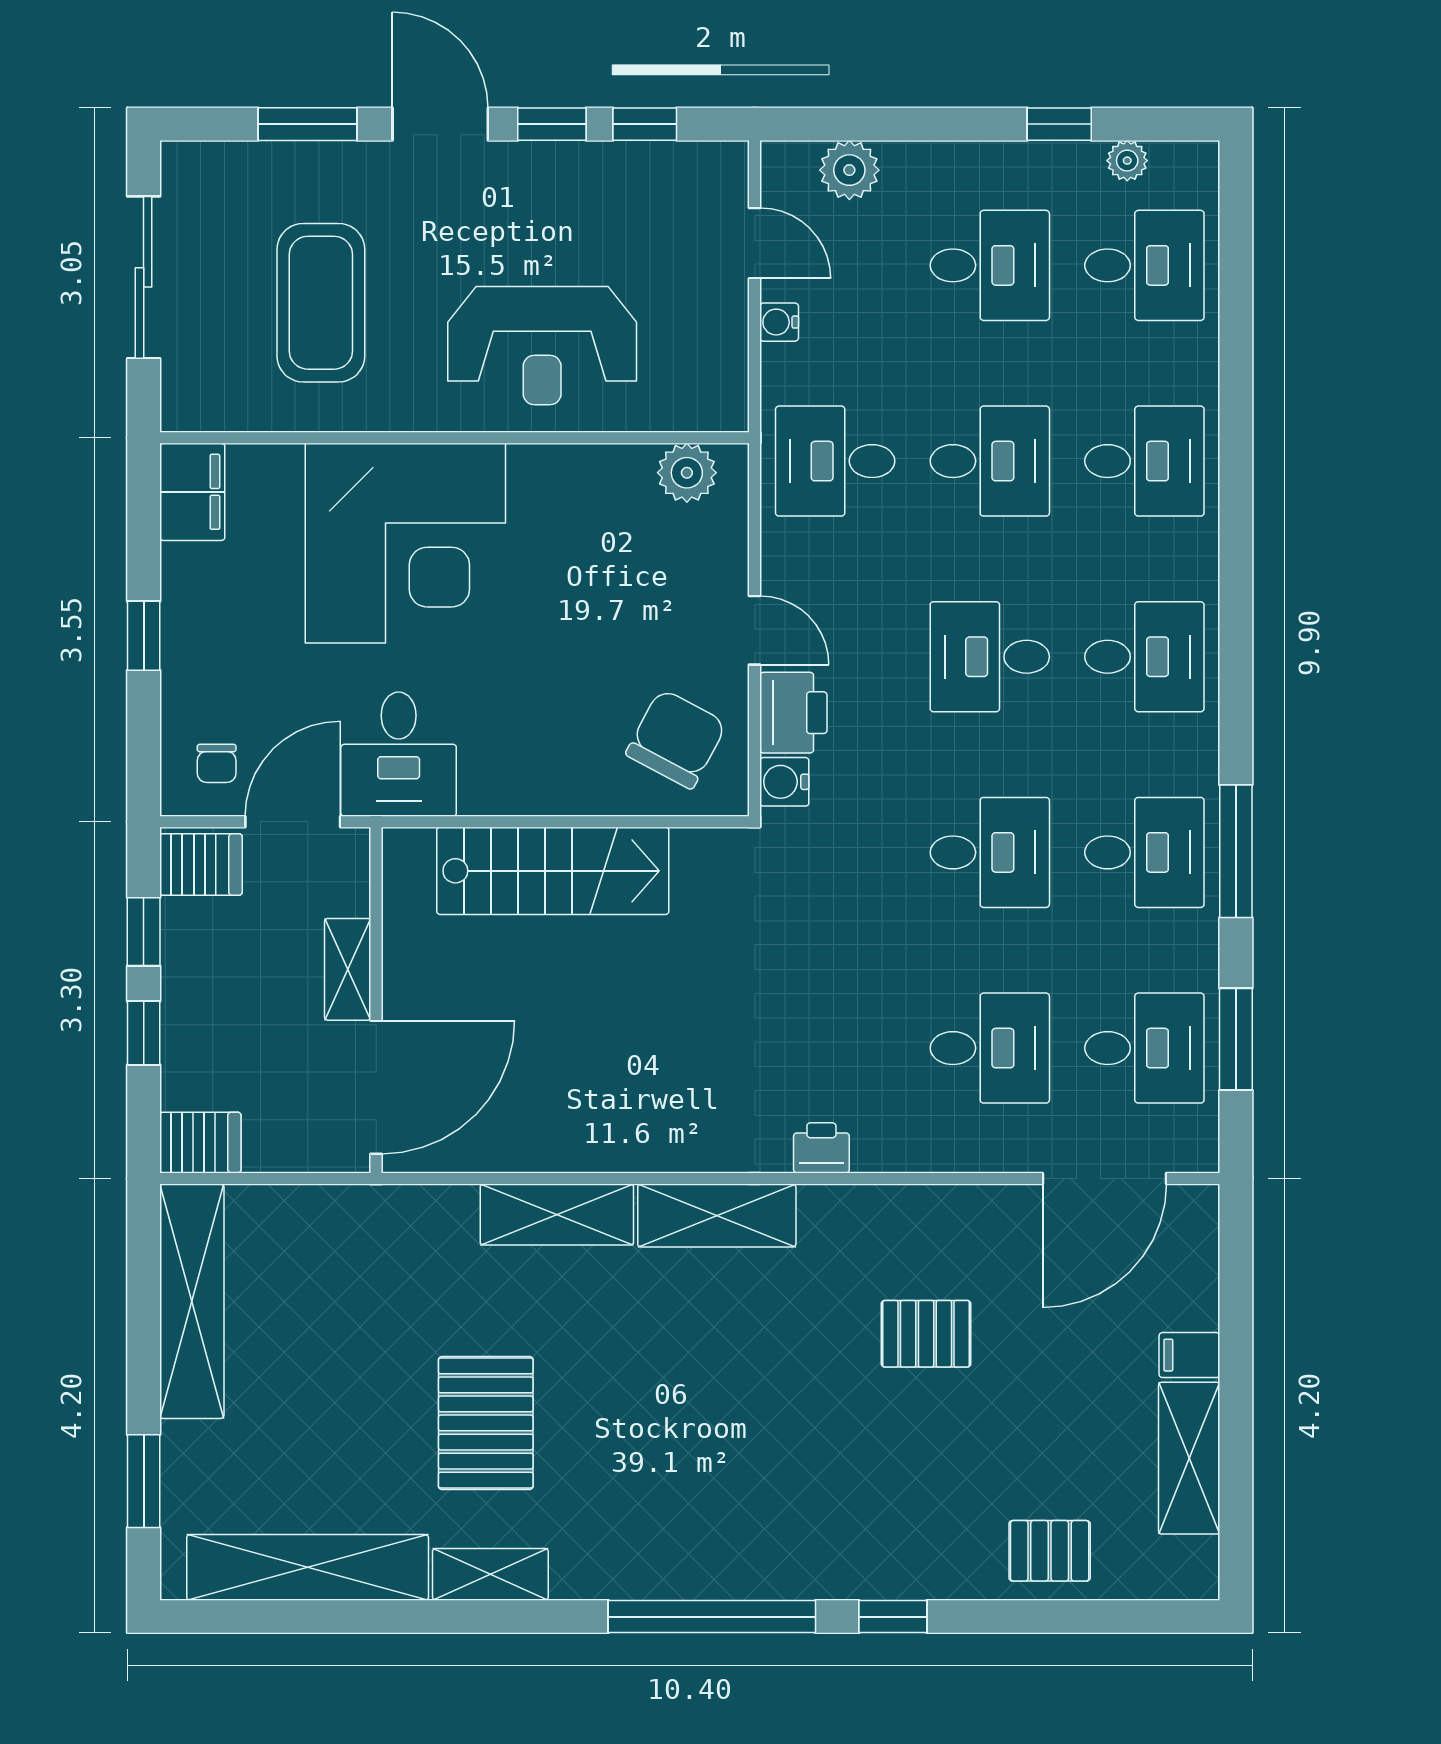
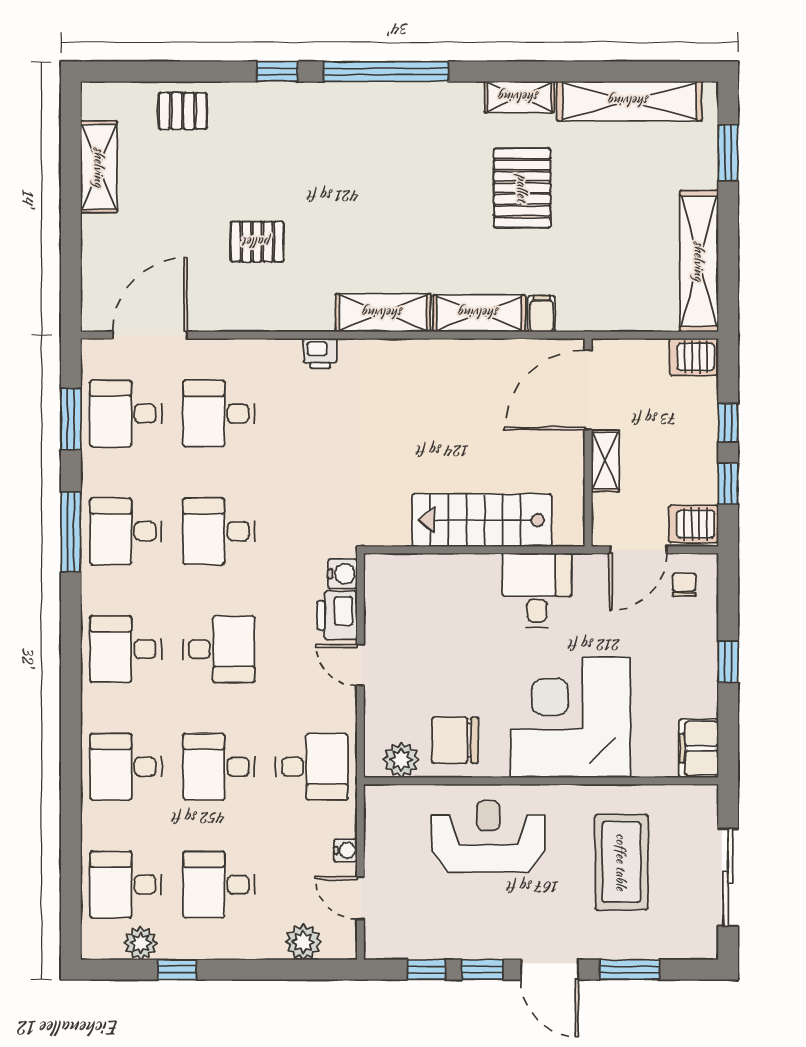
plant: (1127, 161) -> (141, 943), width x1.38, depth x1.38
chair: (676, 739) -> (455, 740), moved, turned 62
desk: (399, 754) -> (537, 590), moved
filing cabinet: (1189, 1355) -> (542, 314), moved, turned -90

